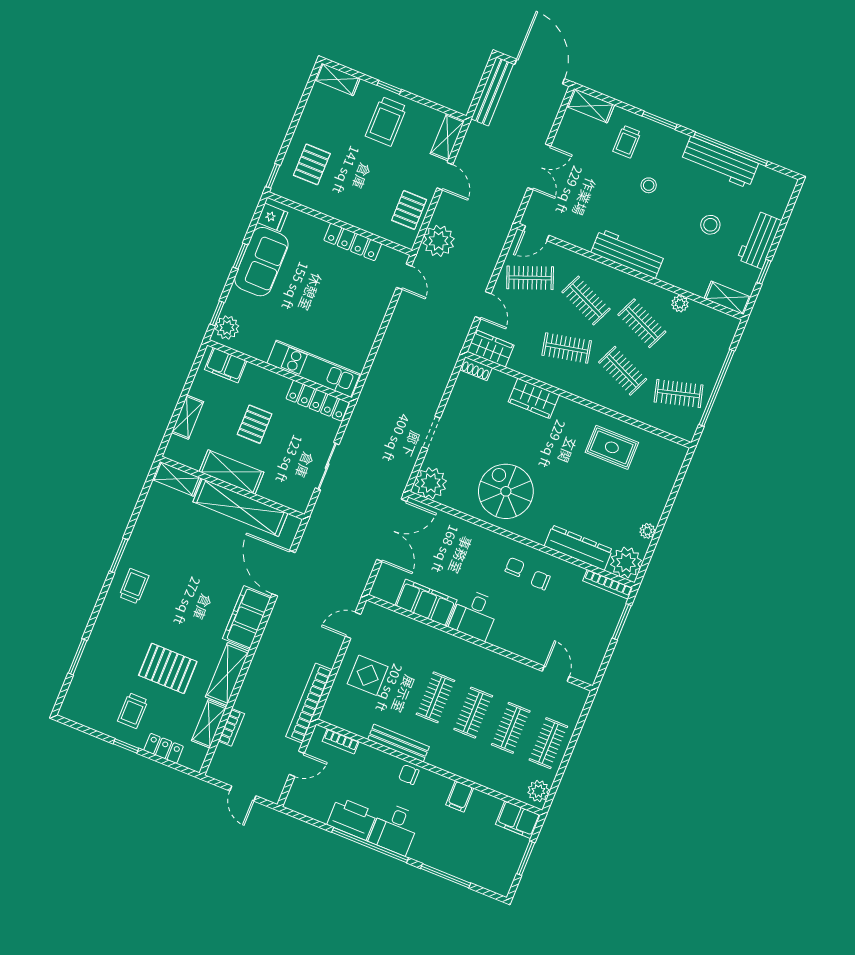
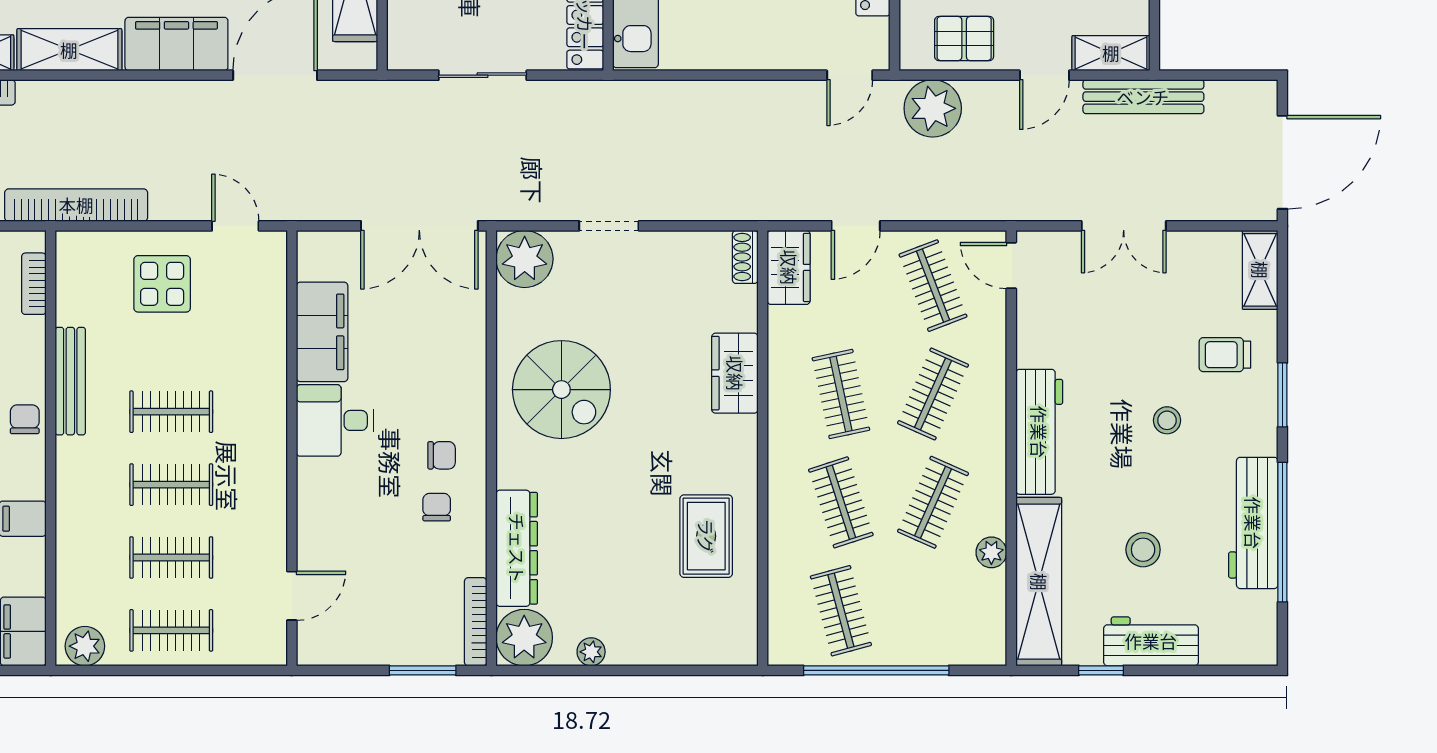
bench: (492, 91) -> (1143, 97), moved
shelving: (727, 298) -> (1039, 582), width x2.20, depth x1.33
clothes rail: (623, 371) -> (841, 502), turned -42
spiral stairs: (506, 491) -> (561, 390), turned 90

